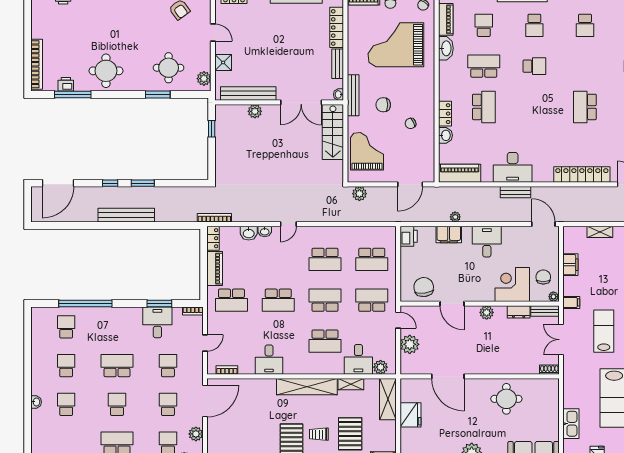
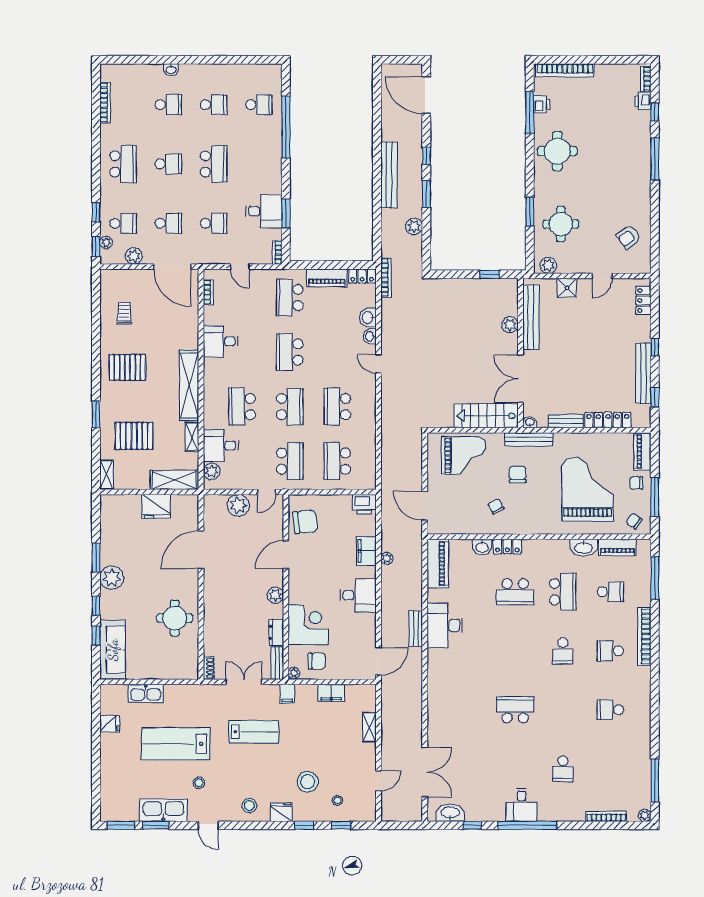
locker: (582, 175) -> (436, 706), removed
plant: (359, 194) -> (414, 226), moved
trolley: (319, 434) -> (124, 313), moved

